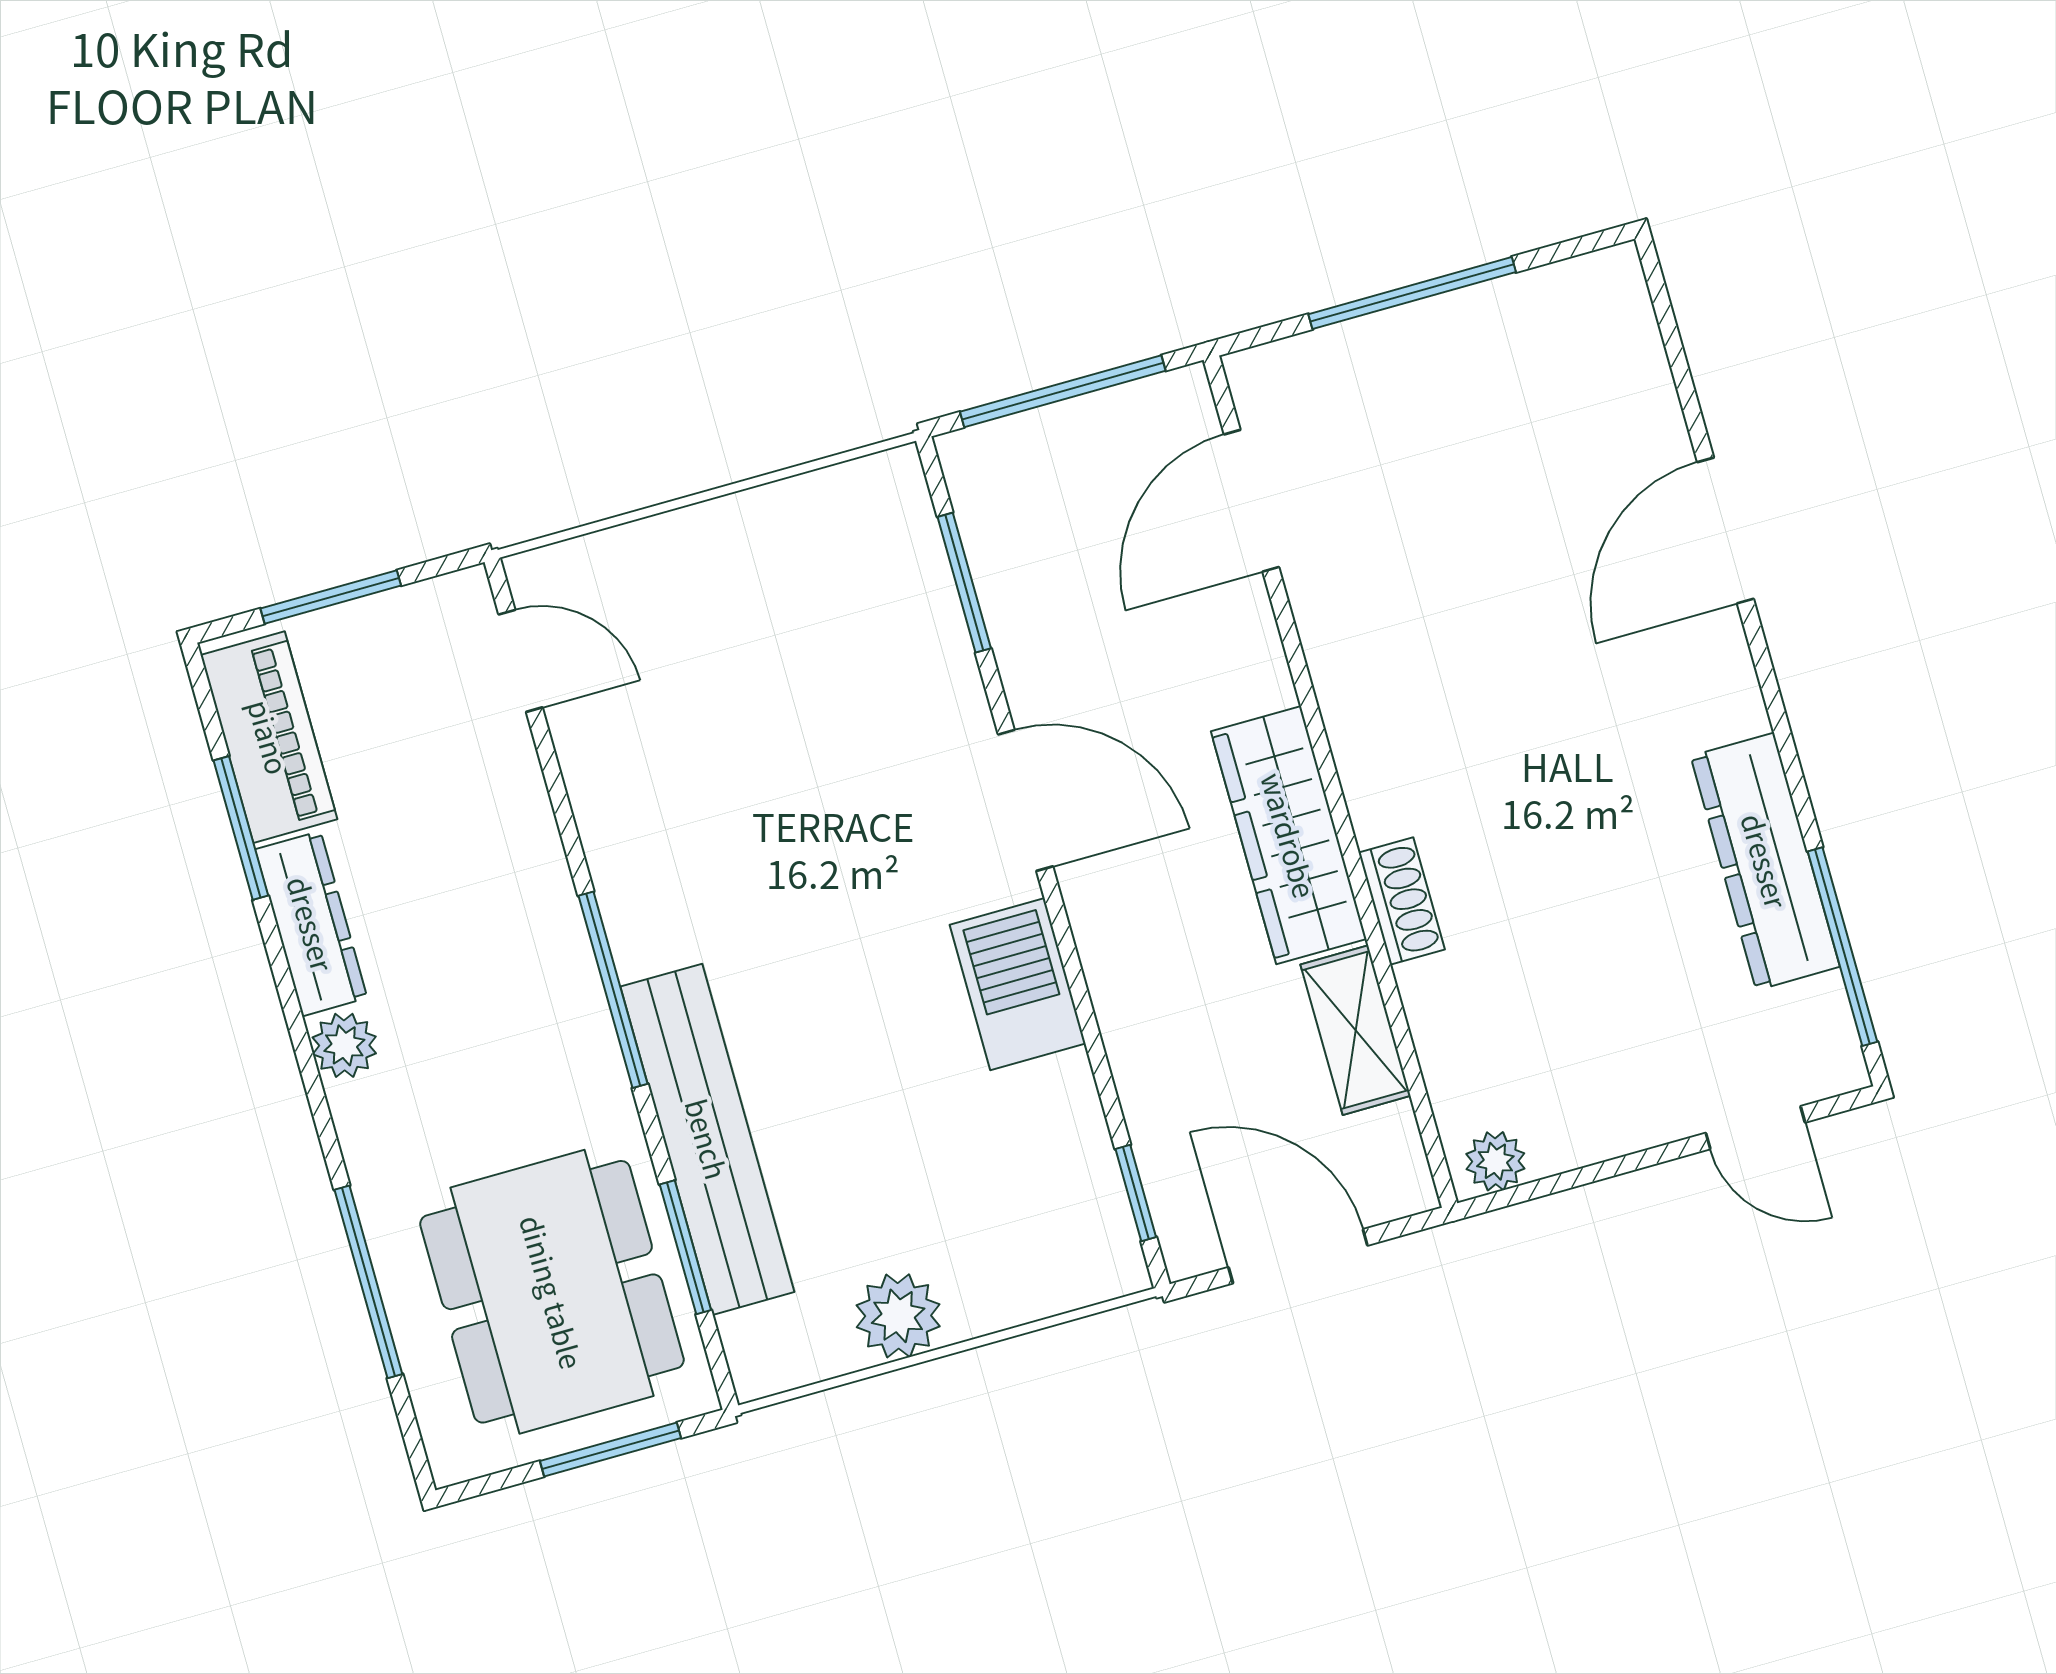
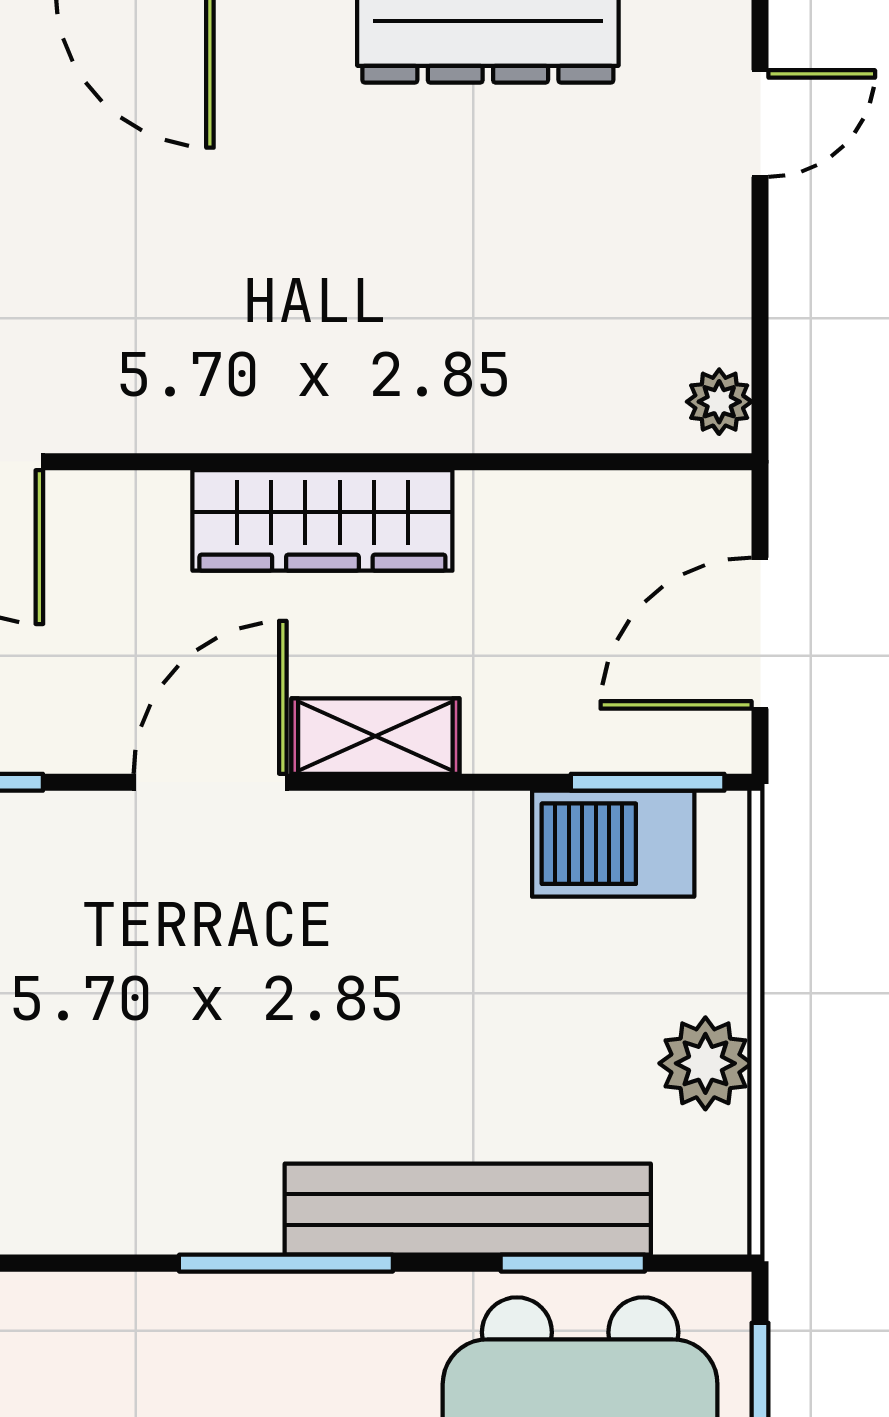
shoe rack: (1402, 901) -> (423, 423), removed
barbecue: (1018, 984) -> (613, 844), moved
shelving: (1356, 1030) -> (375, 736), moved
window: (1136, 1193) -> (648, 782), width x1.50

